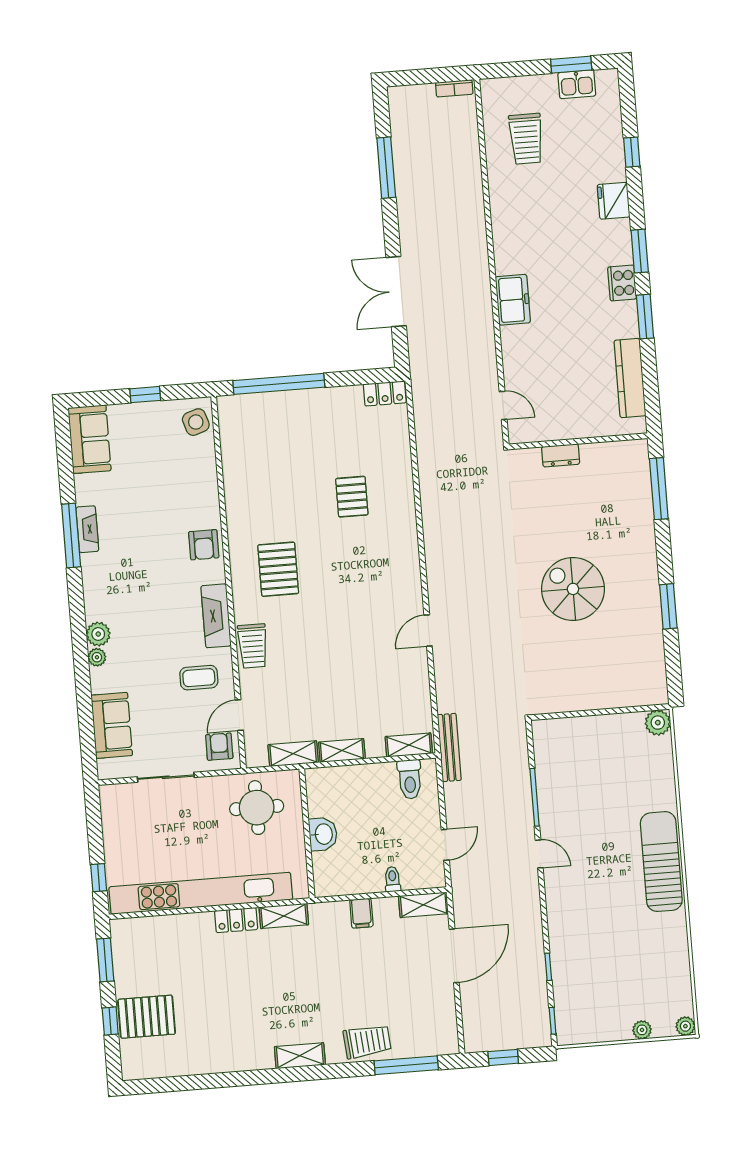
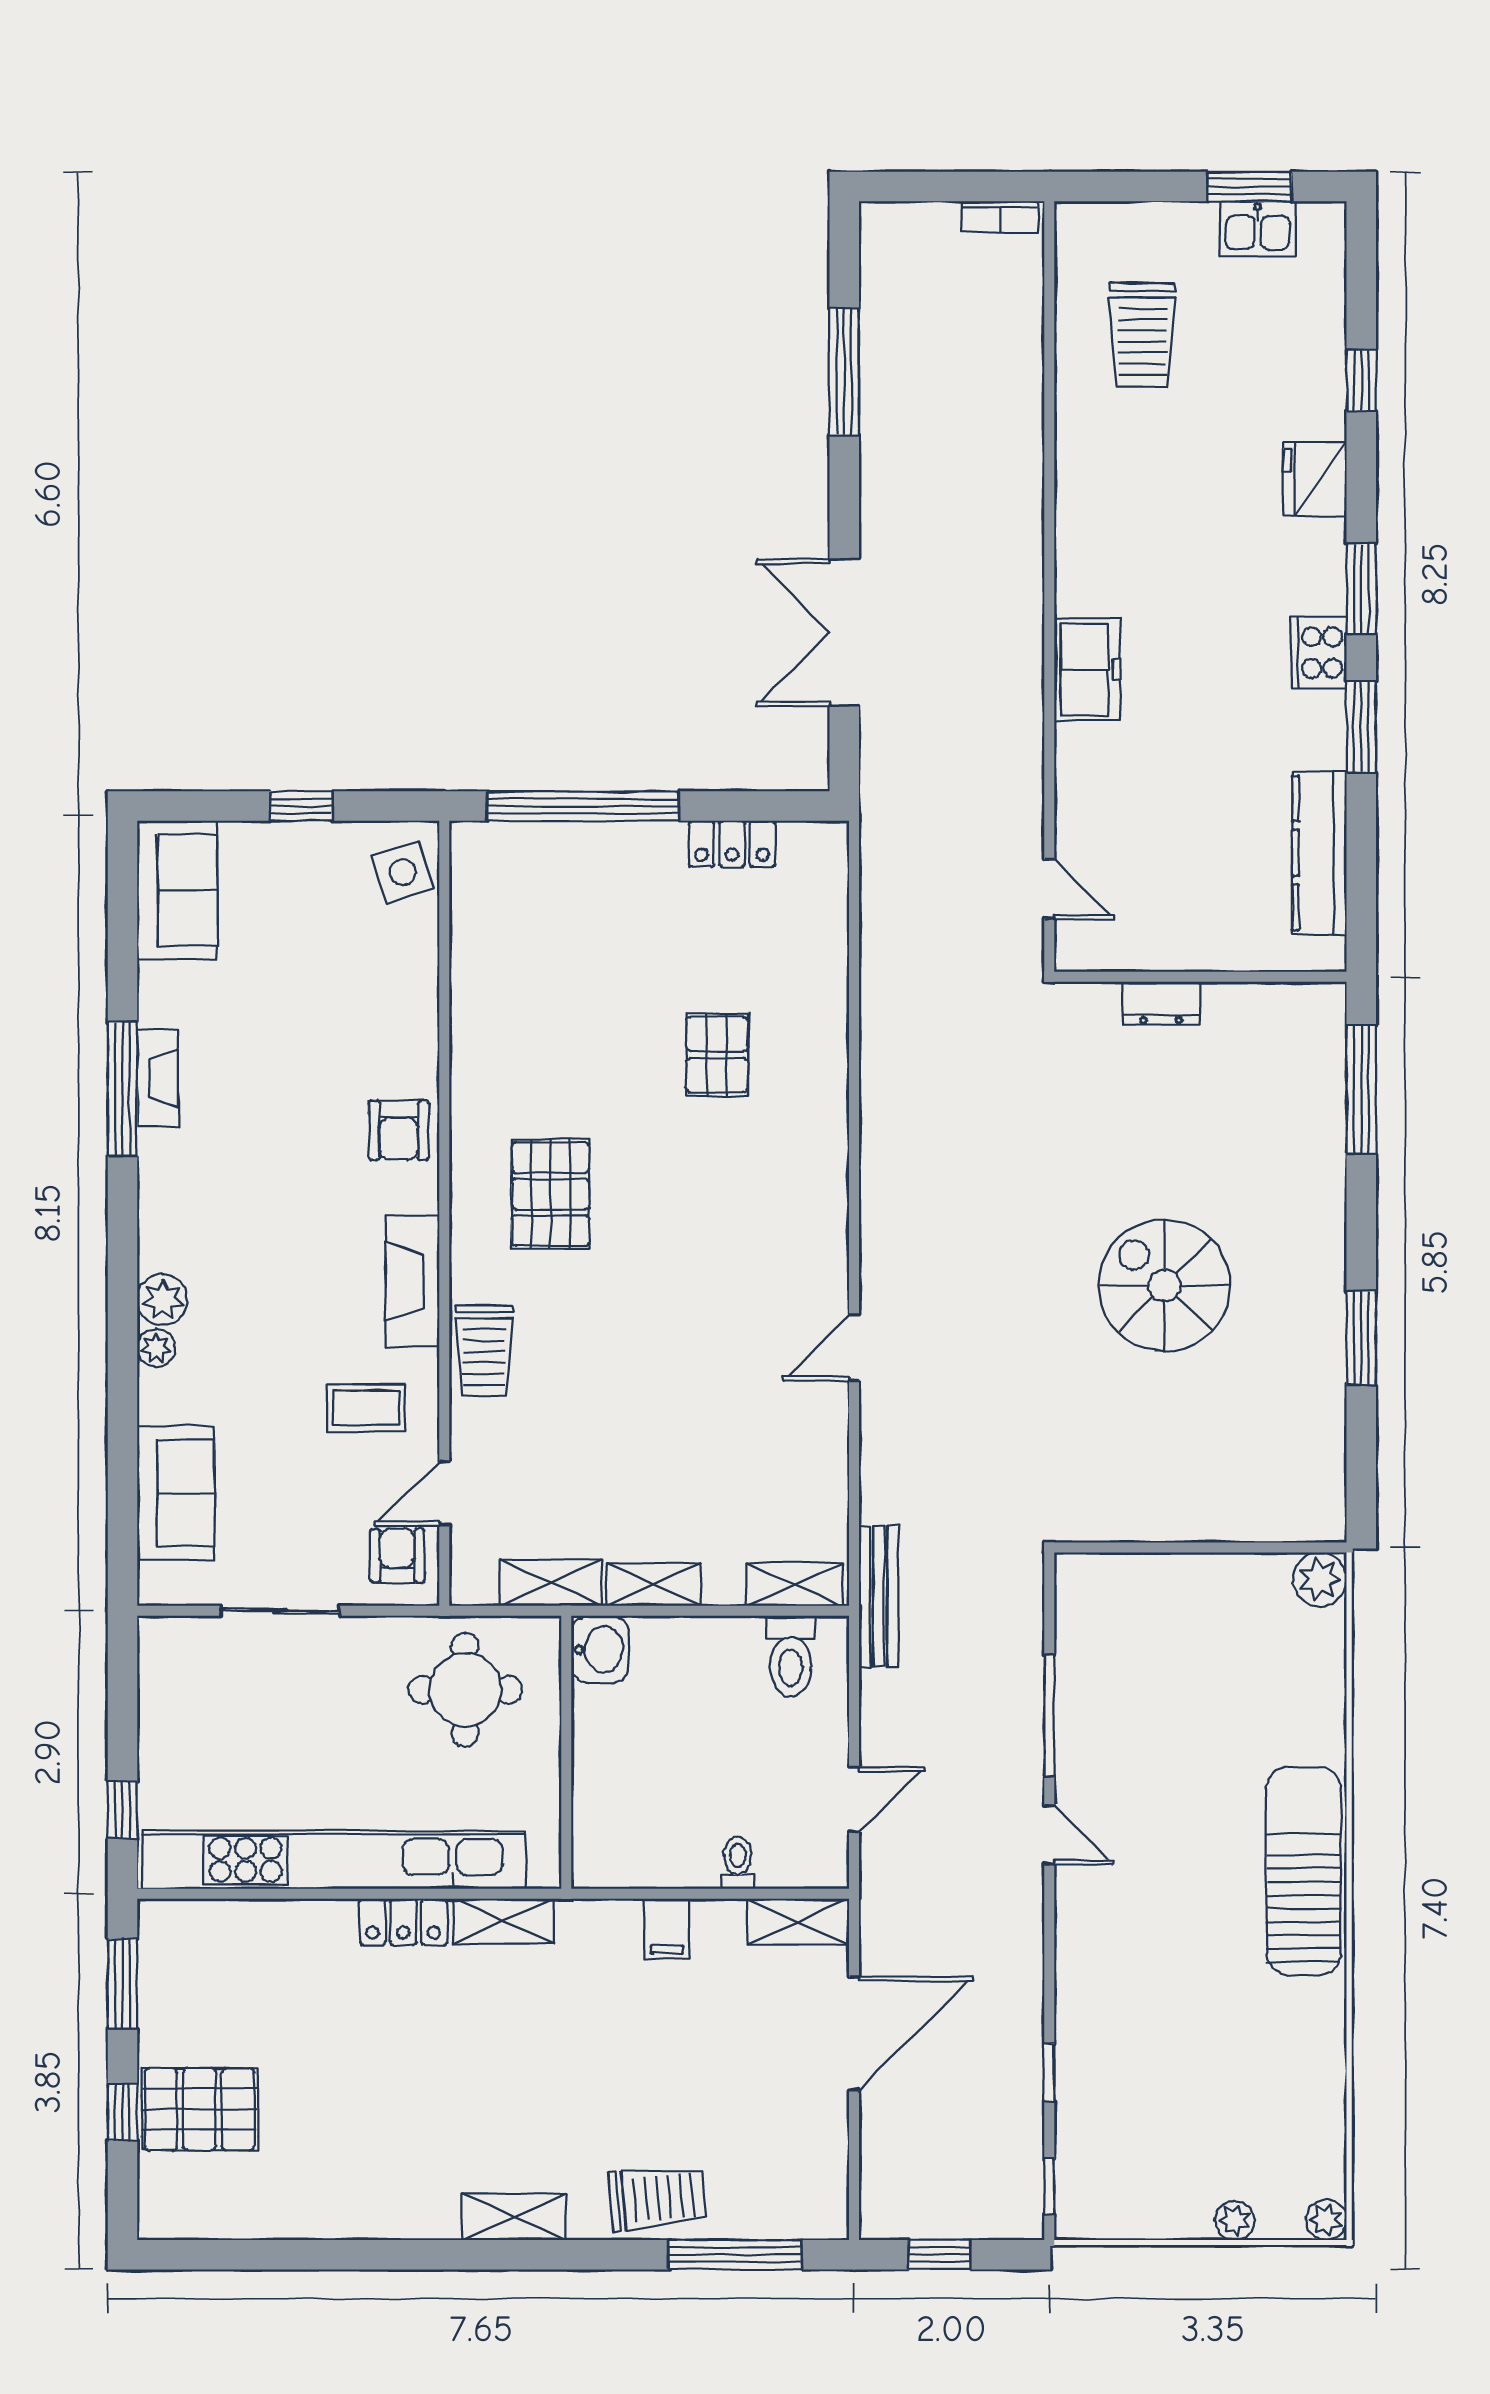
locker: (385, 393) -> (732, 844), moved
washbasin: (323, 834) -> (600, 1649), moved

